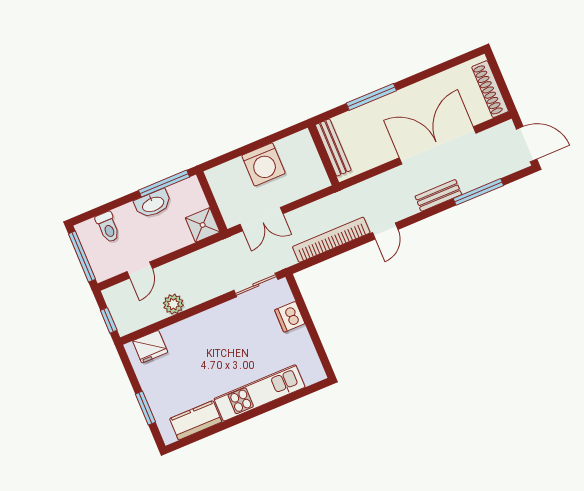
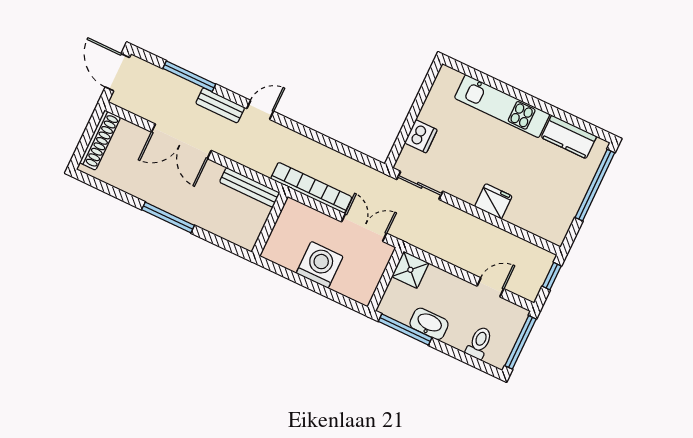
window: (371, 97) -> (168, 217), moved
double door: (438, 145) -> (181, 141), width x0.73
bench: (333, 148) -> (250, 187), moved, turned 90
door: (385, 231) -> (260, 110), moved
bookcase: (331, 240) -> (311, 188), moved, turned 180
plant: (173, 304) -> (493, 237), removed
fridge: (150, 347) -> (493, 201), moved
window: (145, 408) -> (595, 185), width x2.11

